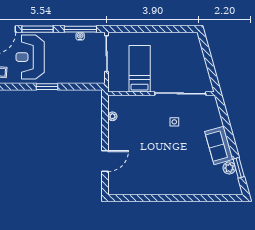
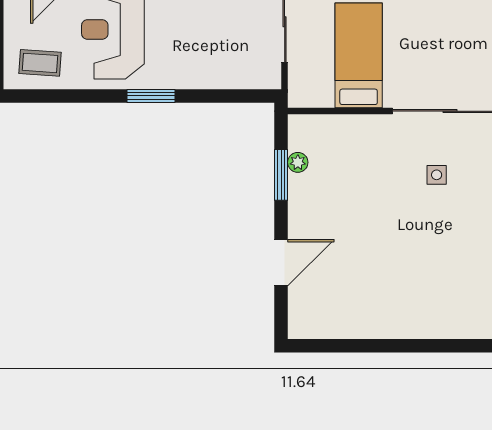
window: (105, 122) -> (281, 175), added

